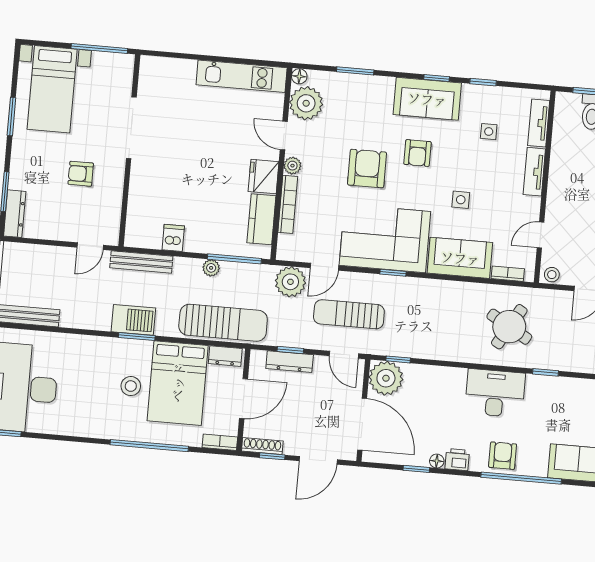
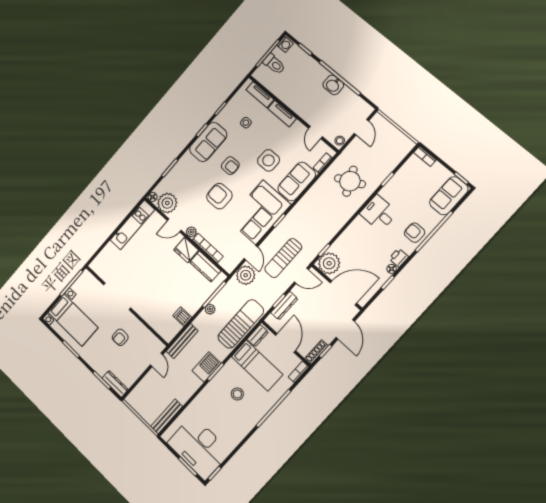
side table: (461, 200) -> (269, 160), width x1.87, depth x1.87
round table: (509, 327) -> (350, 181), turned 34
bed: (178, 383) -> (257, 366), width x0.67
desk: (495, 393) -> (379, 213), width x0.73

